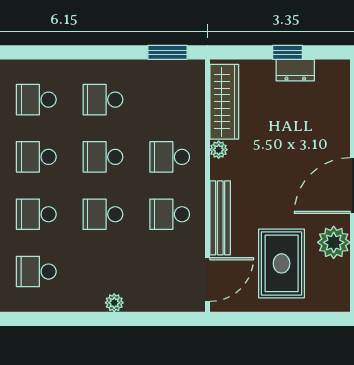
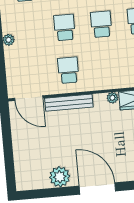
school desk: (170, 157) -> (105, 67), removed
rug: (282, 263) -> (43, 145), removed

